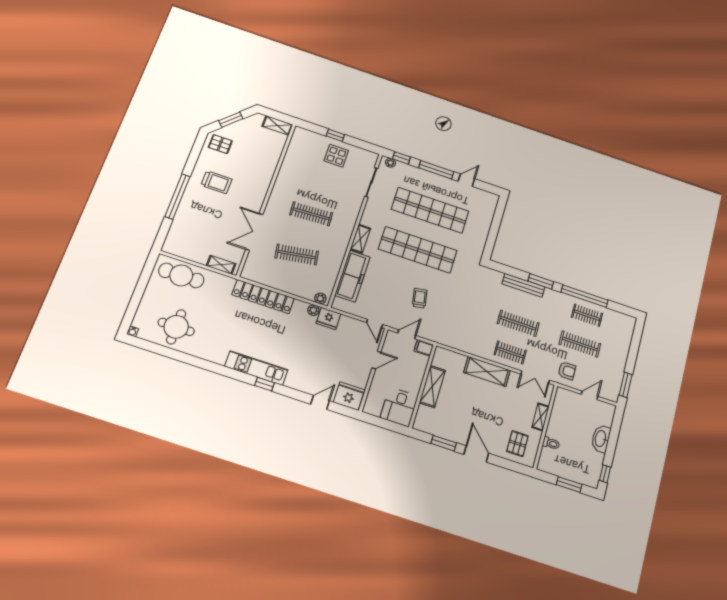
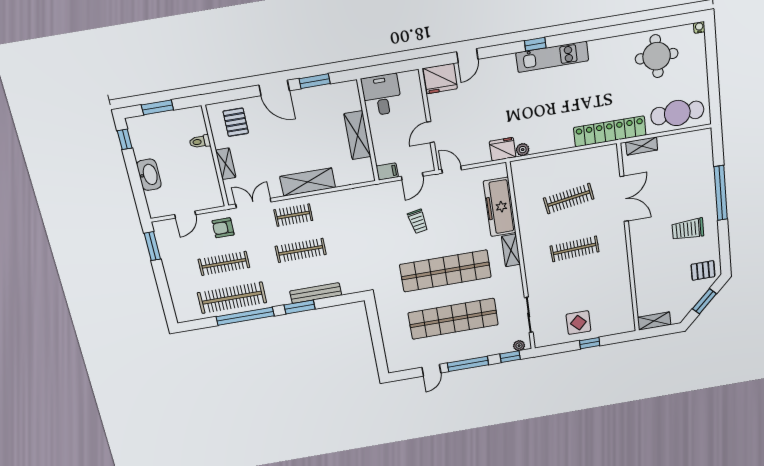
locker: (263, 297) -> (610, 131), moved
plant: (320, 298) -> (522, 166), removed
clothes rail: (587, 315) -> (232, 298), width x1.86, depth x1.31

